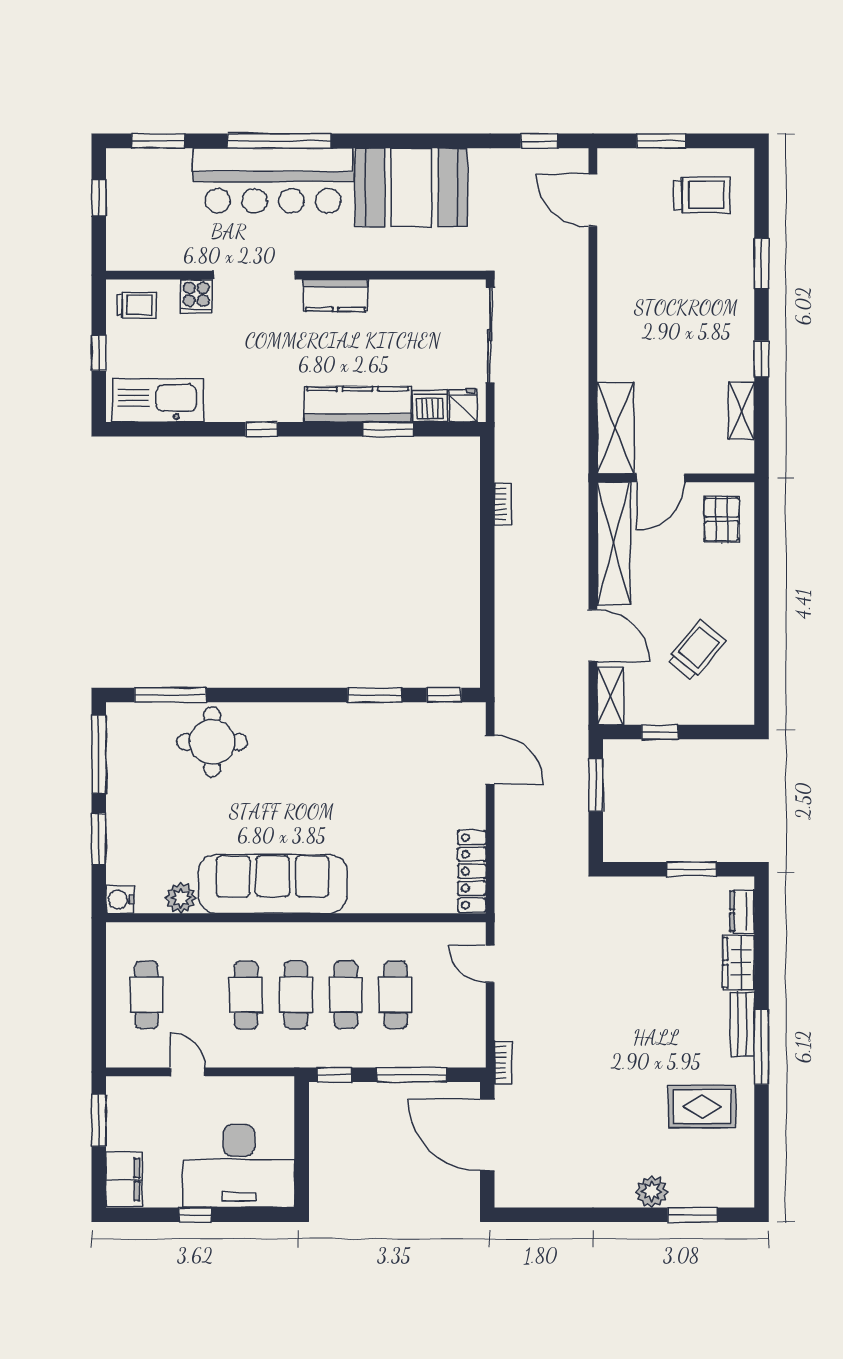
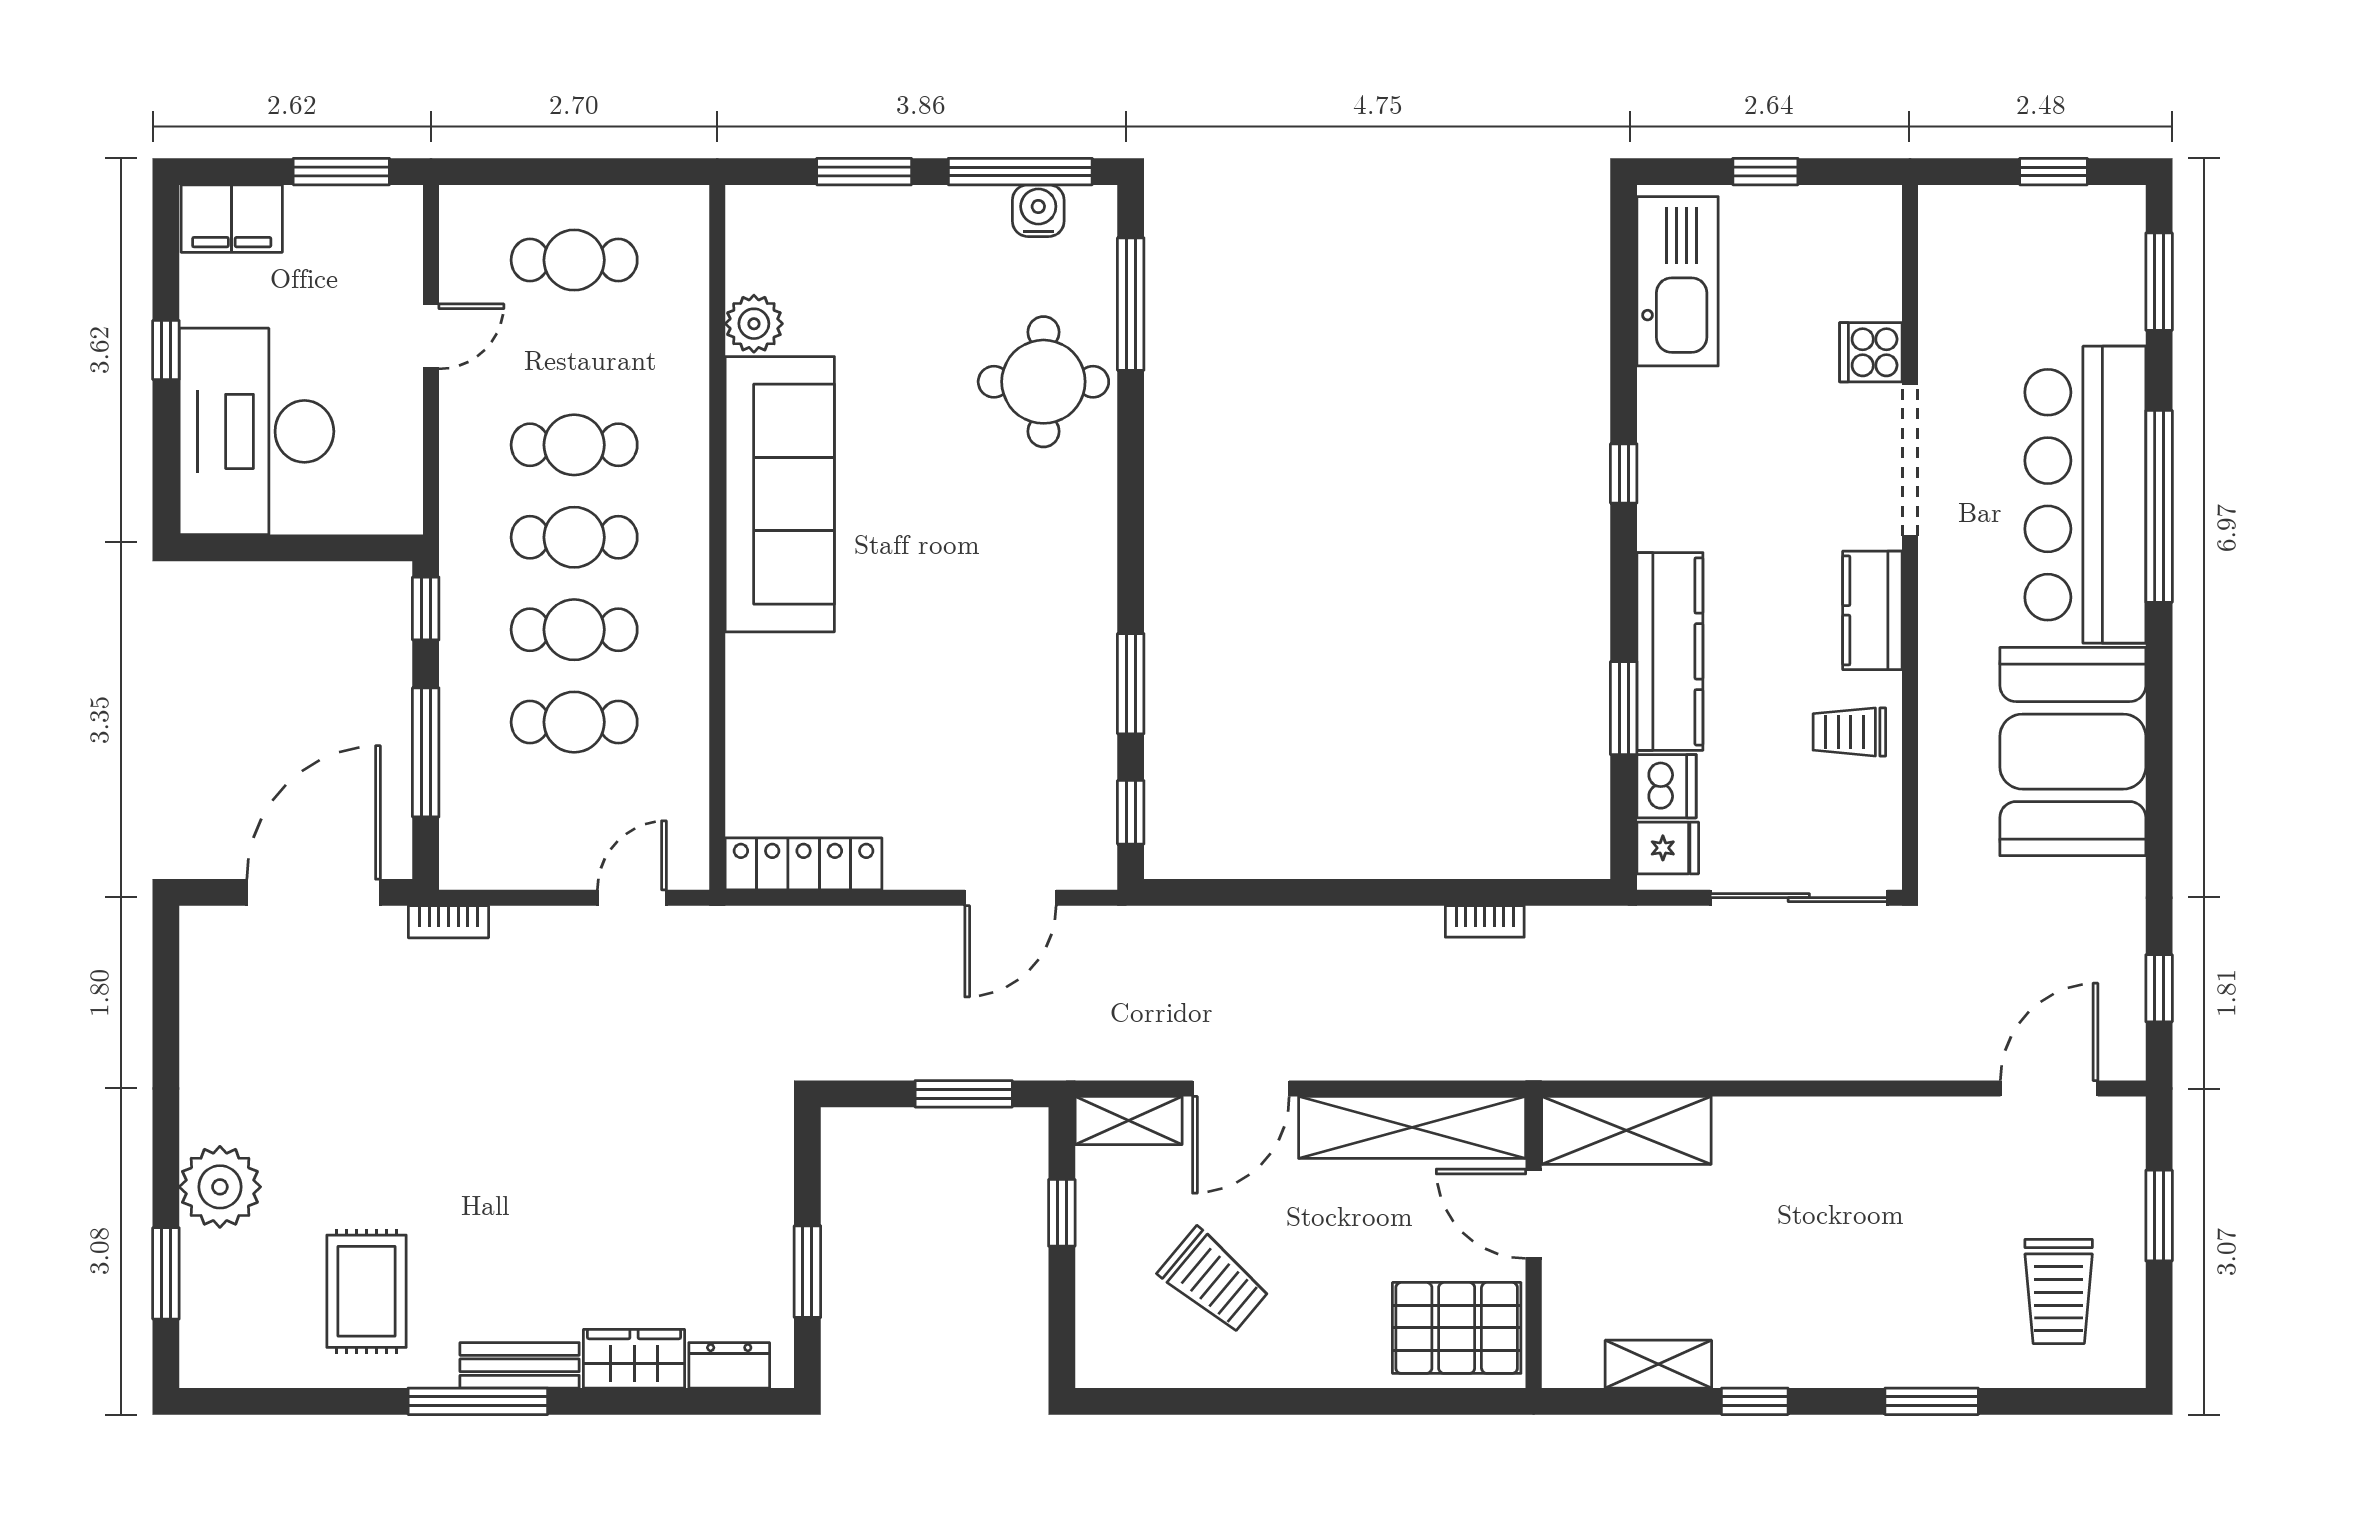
trolley: (136, 305) -> (1849, 732), moved, turned 90
pallet: (722, 519) -> (1457, 1328), width x1.50, depth x1.42
water cooler: (120, 900) -> (1038, 211), moved
plant: (652, 1192) -> (220, 1187), width x1.36, depth x1.36

